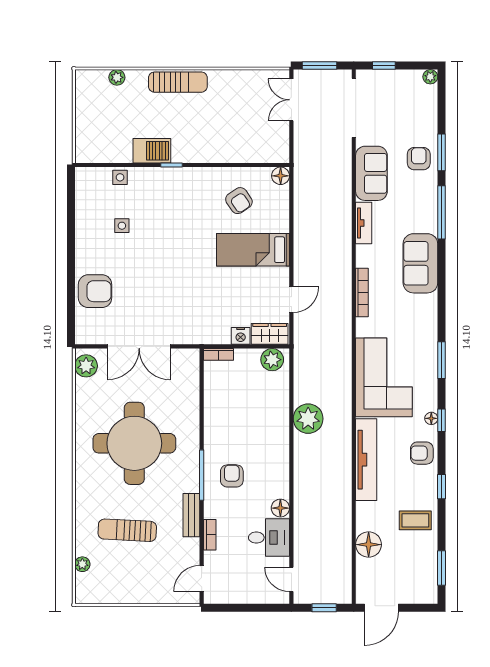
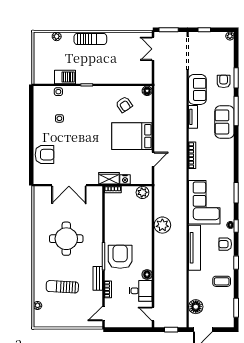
barbecue: (152, 151) -> (65, 77), moved
bed: (253, 250) -> (132, 136), width x1.50
sofa: (420, 263) -> (224, 122), moved
wardrobe: (270, 334) -> (109, 178), moved
plant: (86, 366) -> (40, 196), removed
round table: (134, 443) -> (66, 239), width x0.73, depth x0.73
armchair: (232, 476) -> (120, 257), width x1.88, depth x1.88
floor lamp: (369, 545) -> (196, 307), moved

